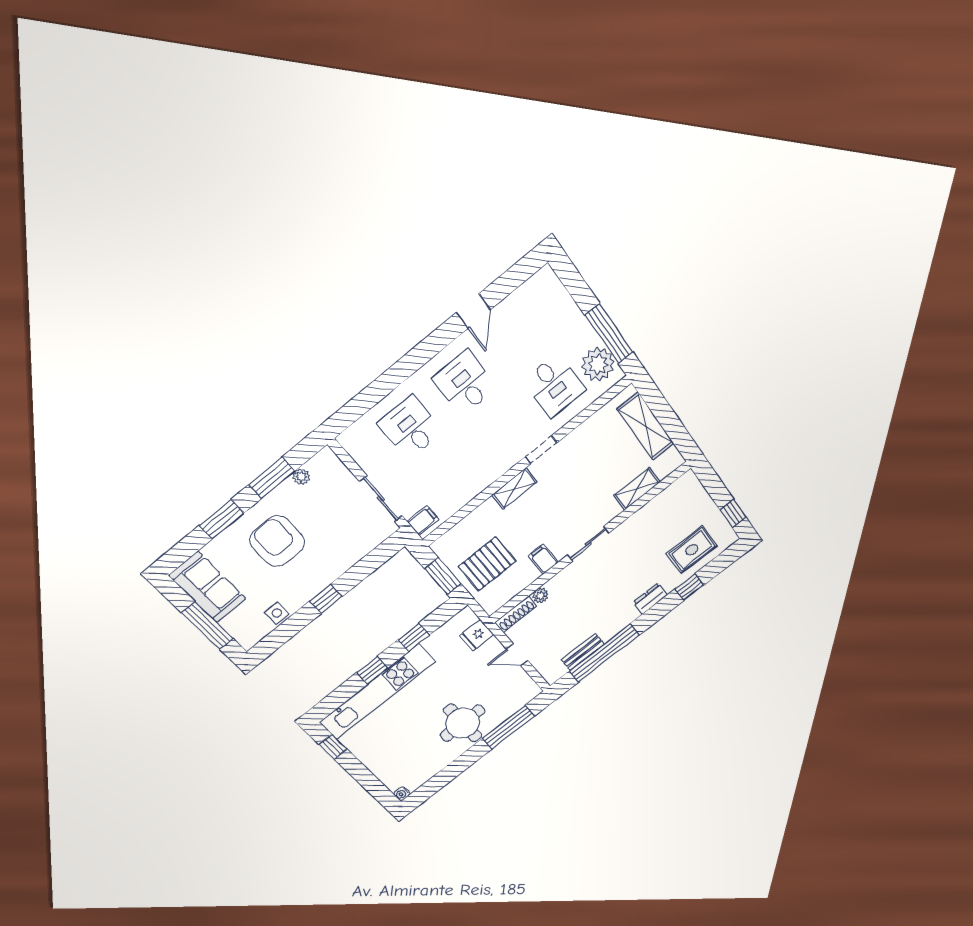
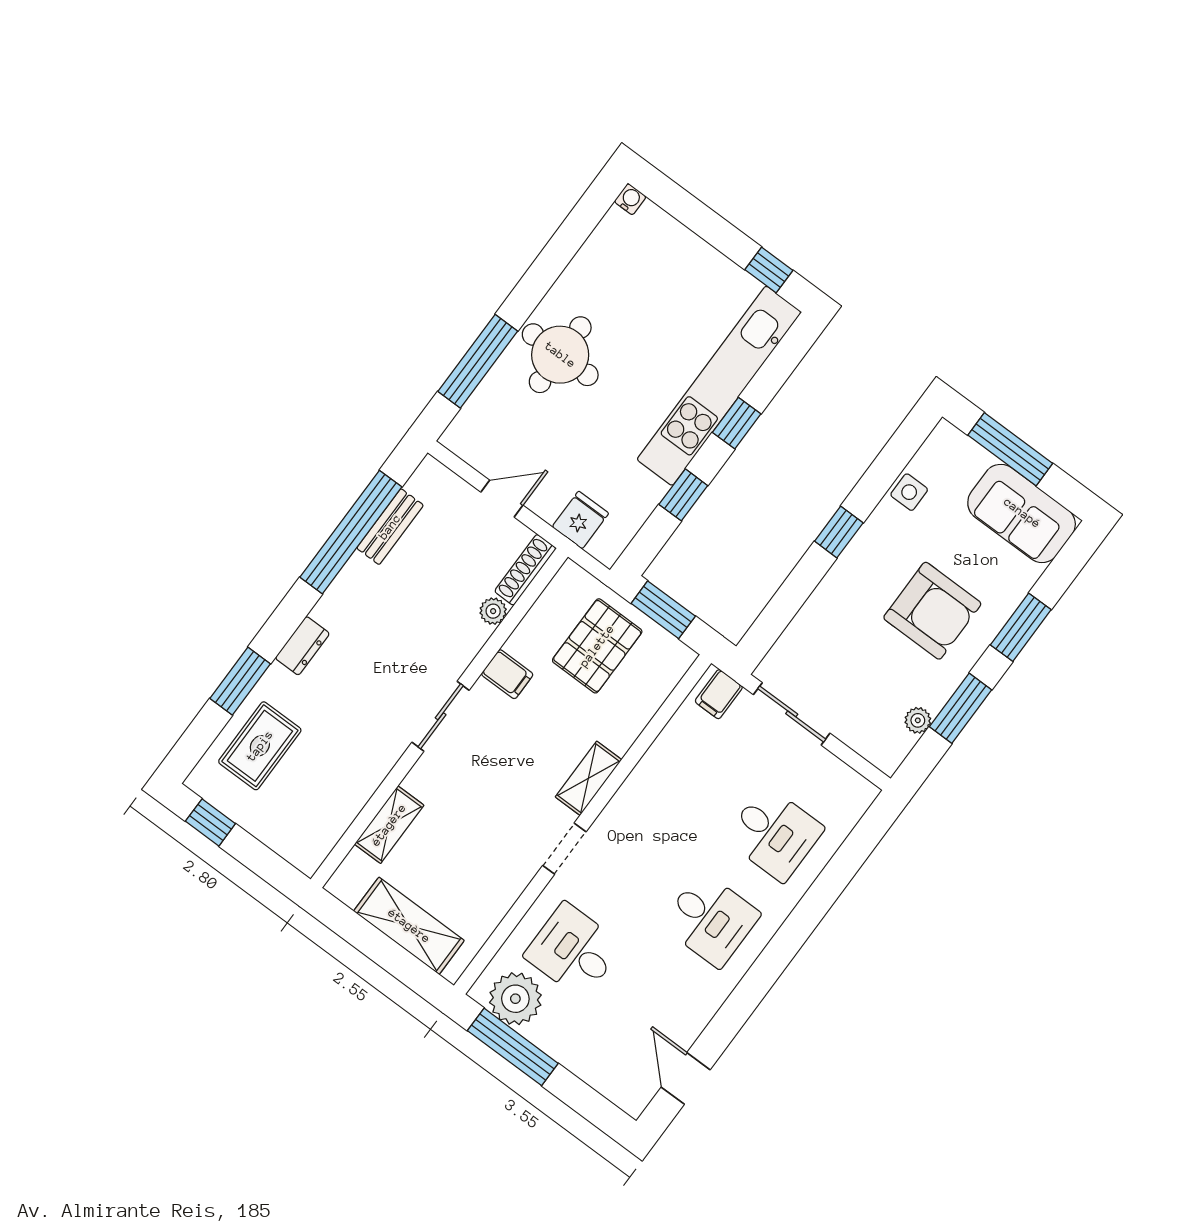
door: (473, 311) -> (686, 1078), moved
window: (690, 587) -> (240, 681), width x1.50

